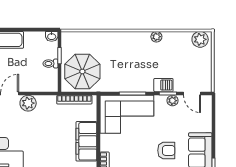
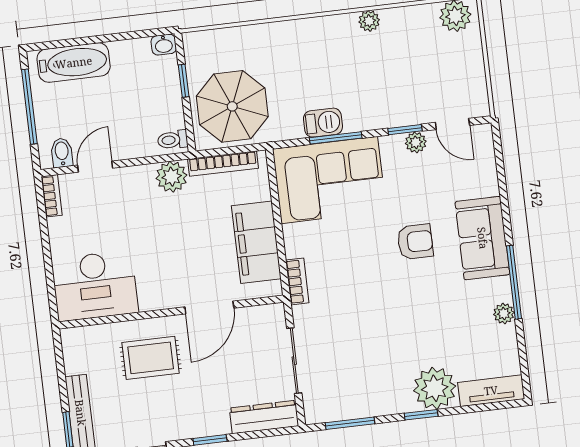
toilet: (50, 64) -> (173, 140), moved
barbecue: (163, 85) -> (323, 123), moved
plant: (28, 103) -> (172, 177), moved

